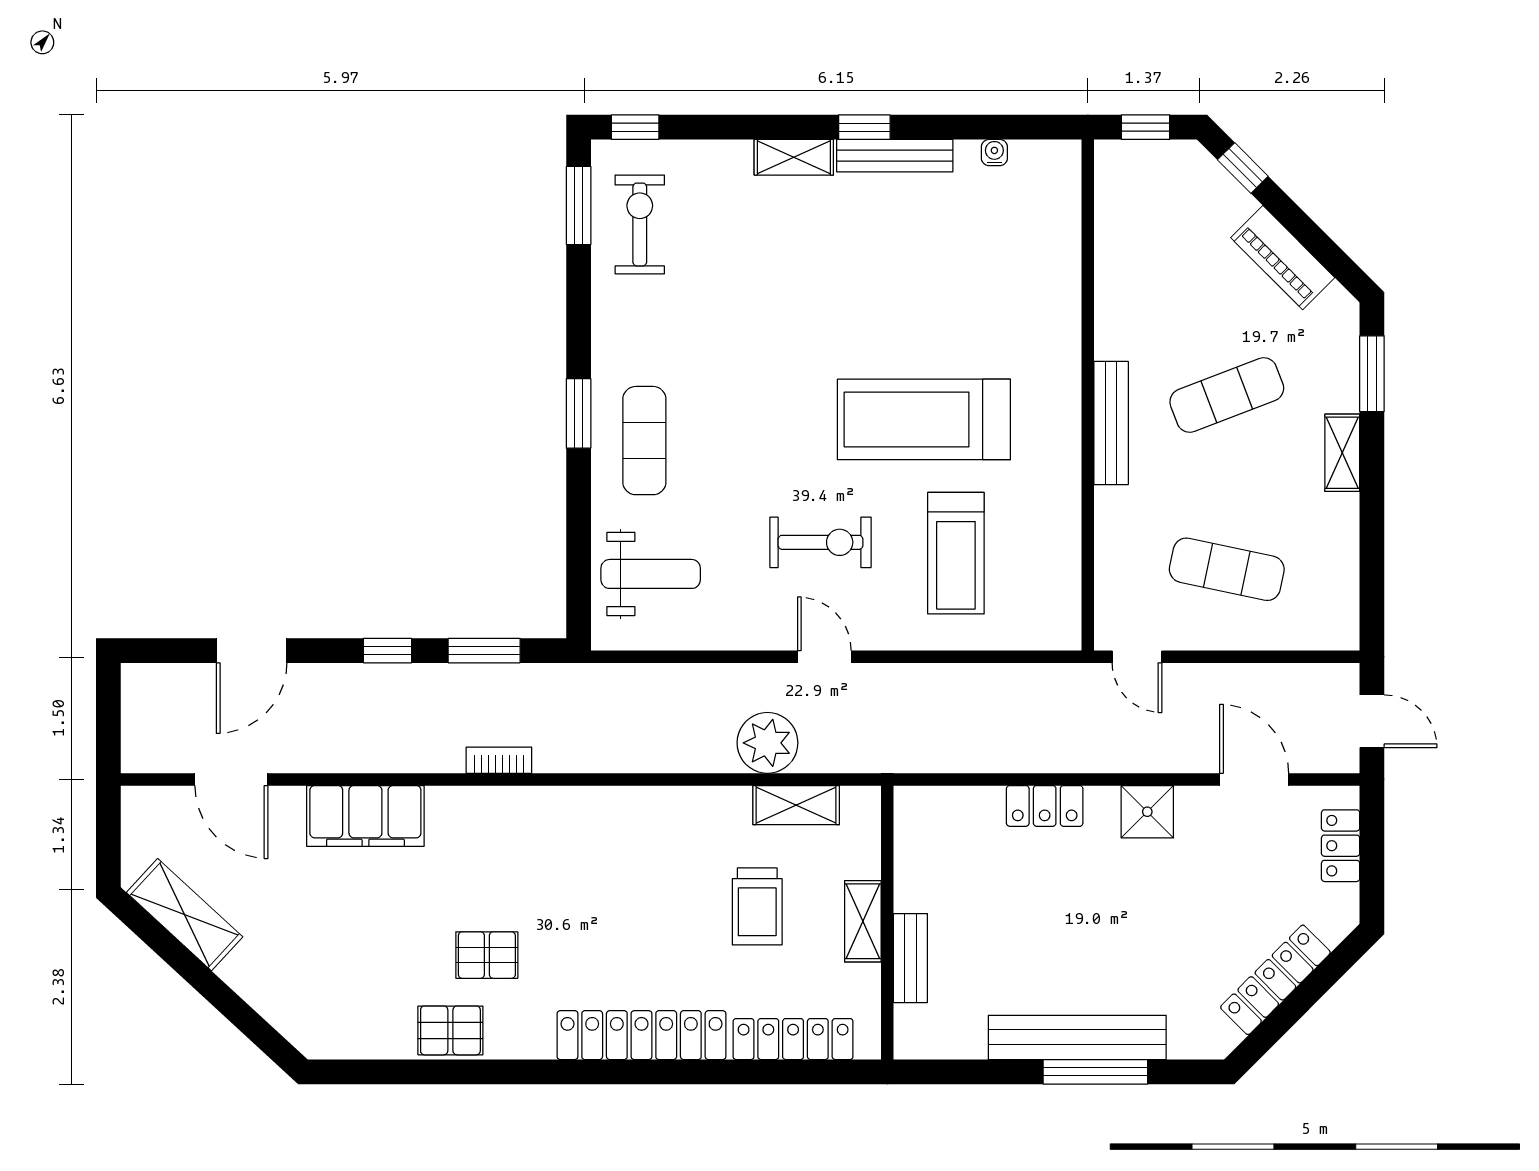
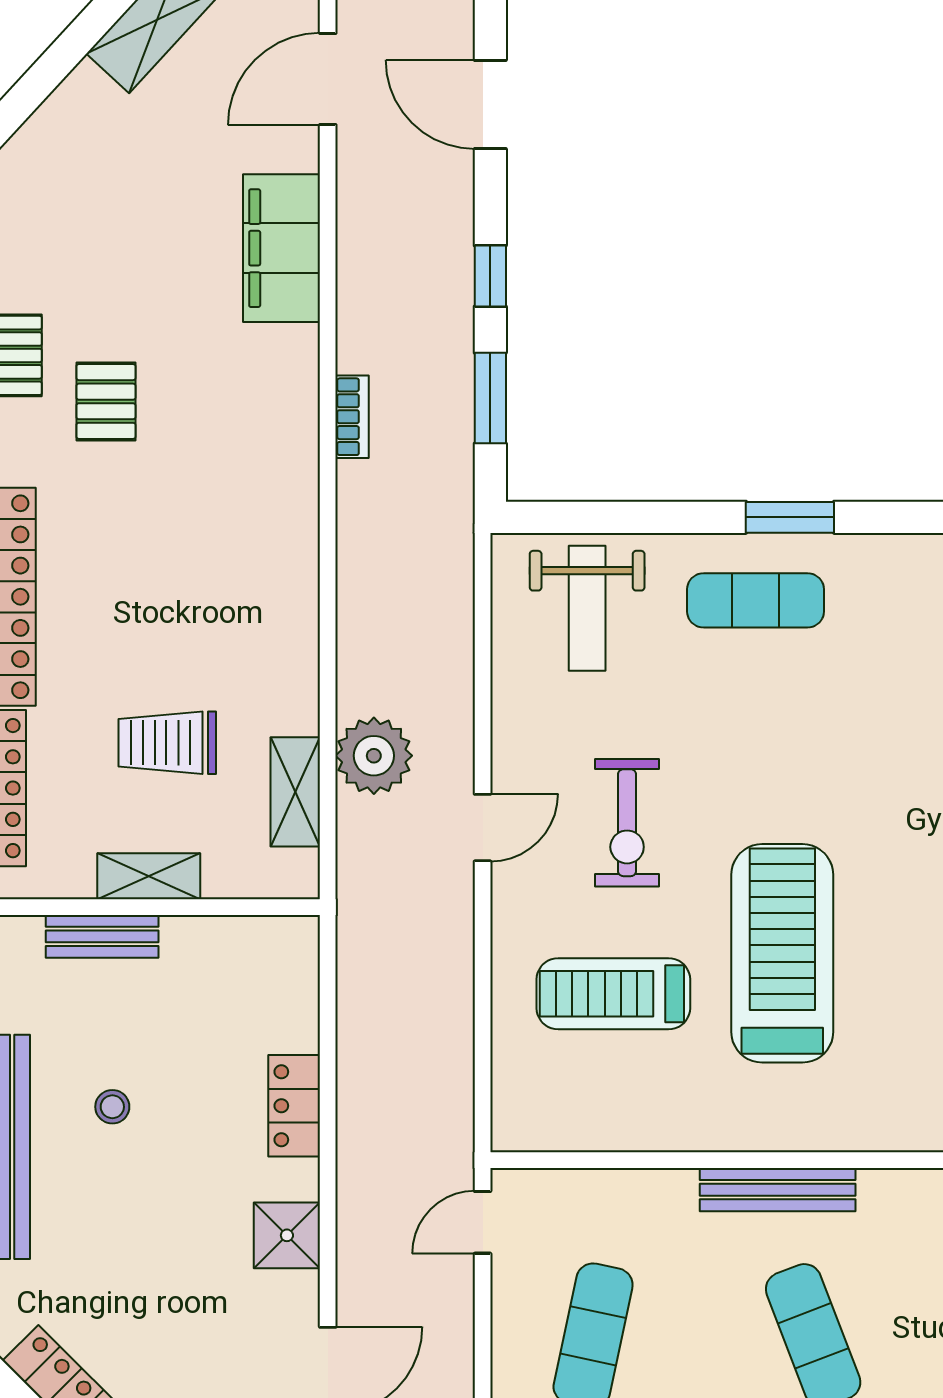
stool: (1045, 950) -> (112, 1107), added

